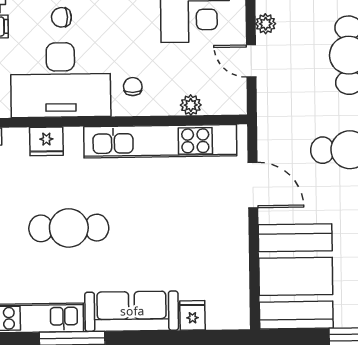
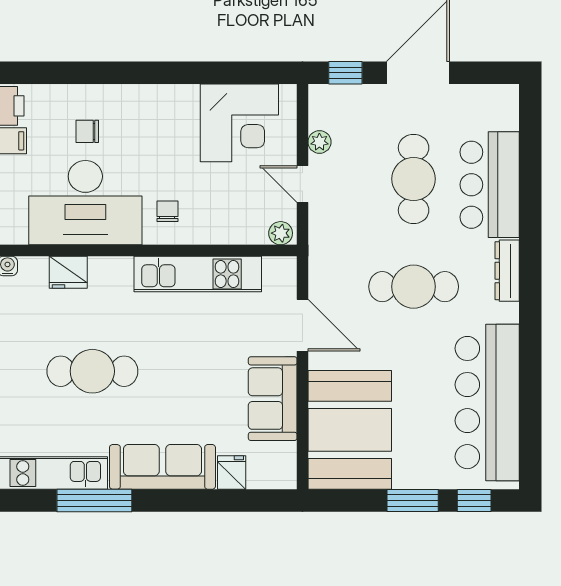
plant: (191, 105) -> (281, 233), moved
kitchen unit: (160, 141) -> (198, 274), width x0.73
sofa: (228, 250) -> (273, 399), added

